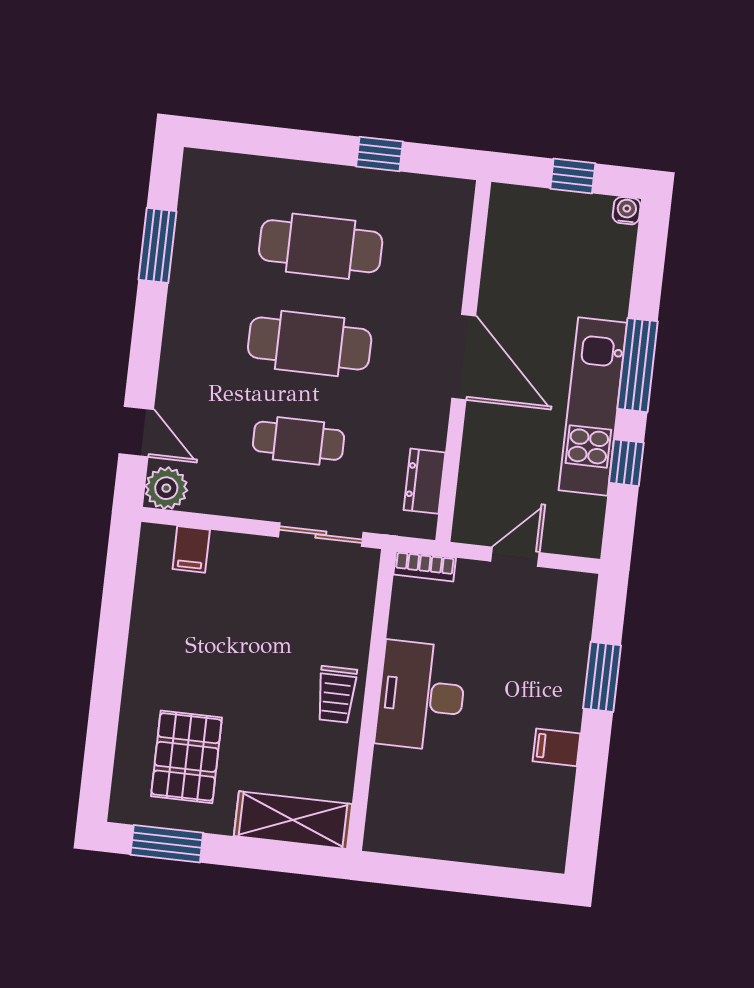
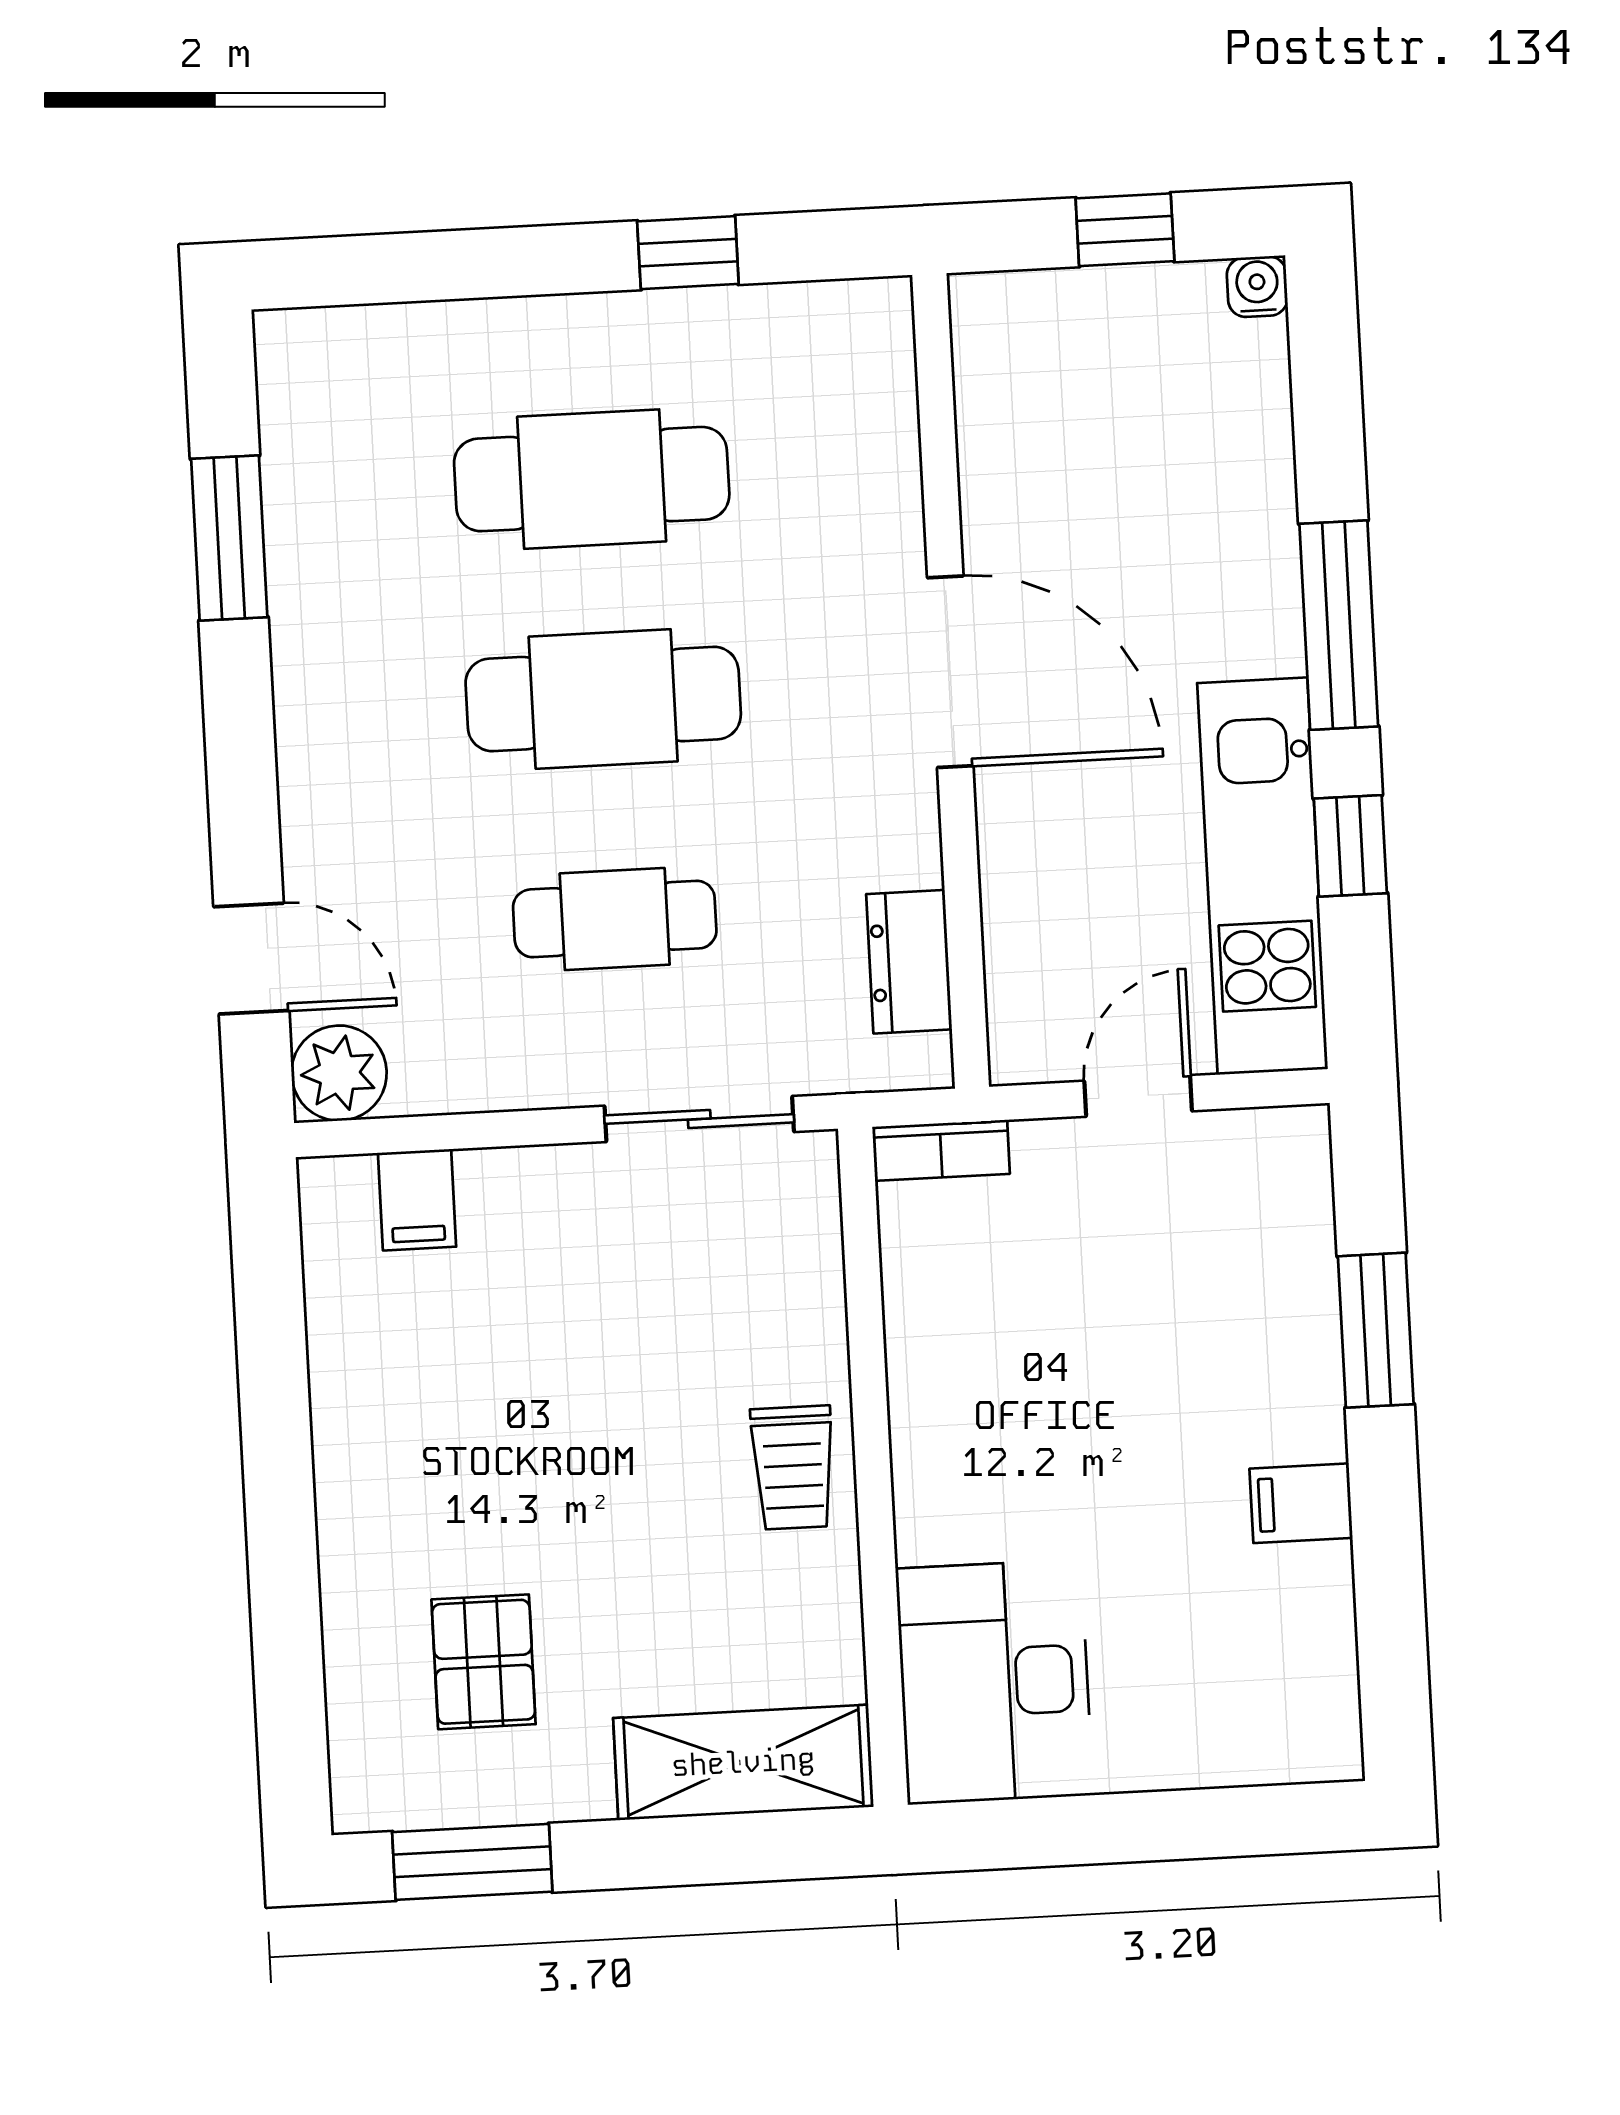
kitchen unit: (593, 407) -> (1263, 876), moved
desk: (421, 696) -> (994, 1682), moved
pallet: (186, 757) -> (484, 1662), width x0.67, depth x0.71

